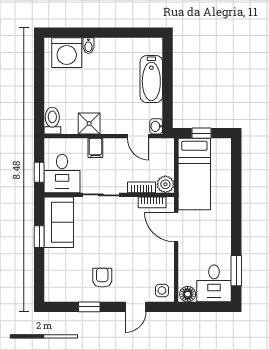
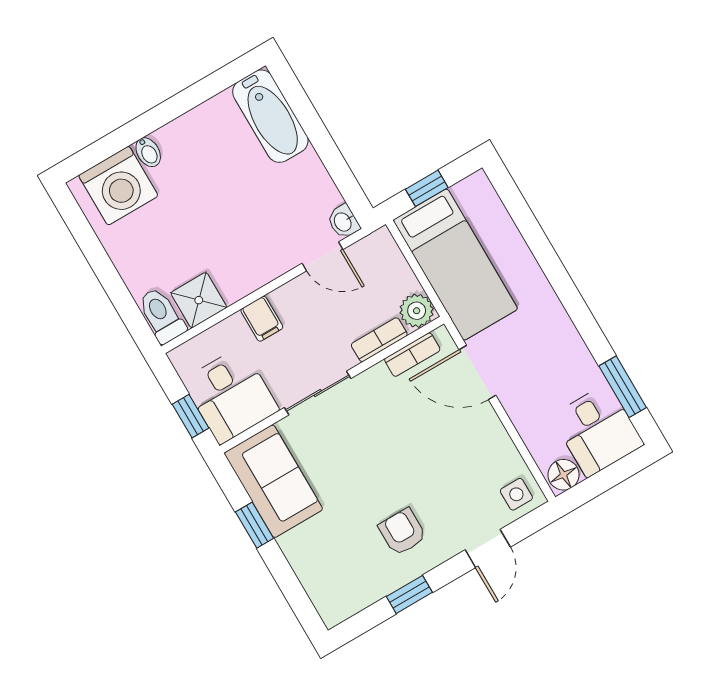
bathtub: (151, 79) -> (270, 116), moved
shower: (89, 124) -> (199, 300), moved

